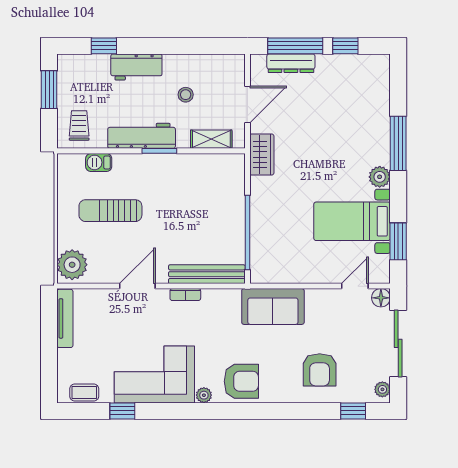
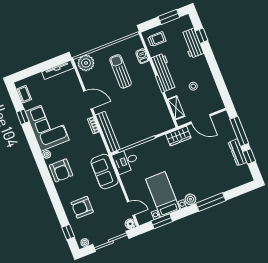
dresser: (291, 63) -> (237, 152), moved
workbench: (136, 67) -> (192, 43), moved
desk: (269, 263) -> (126, 161), added

